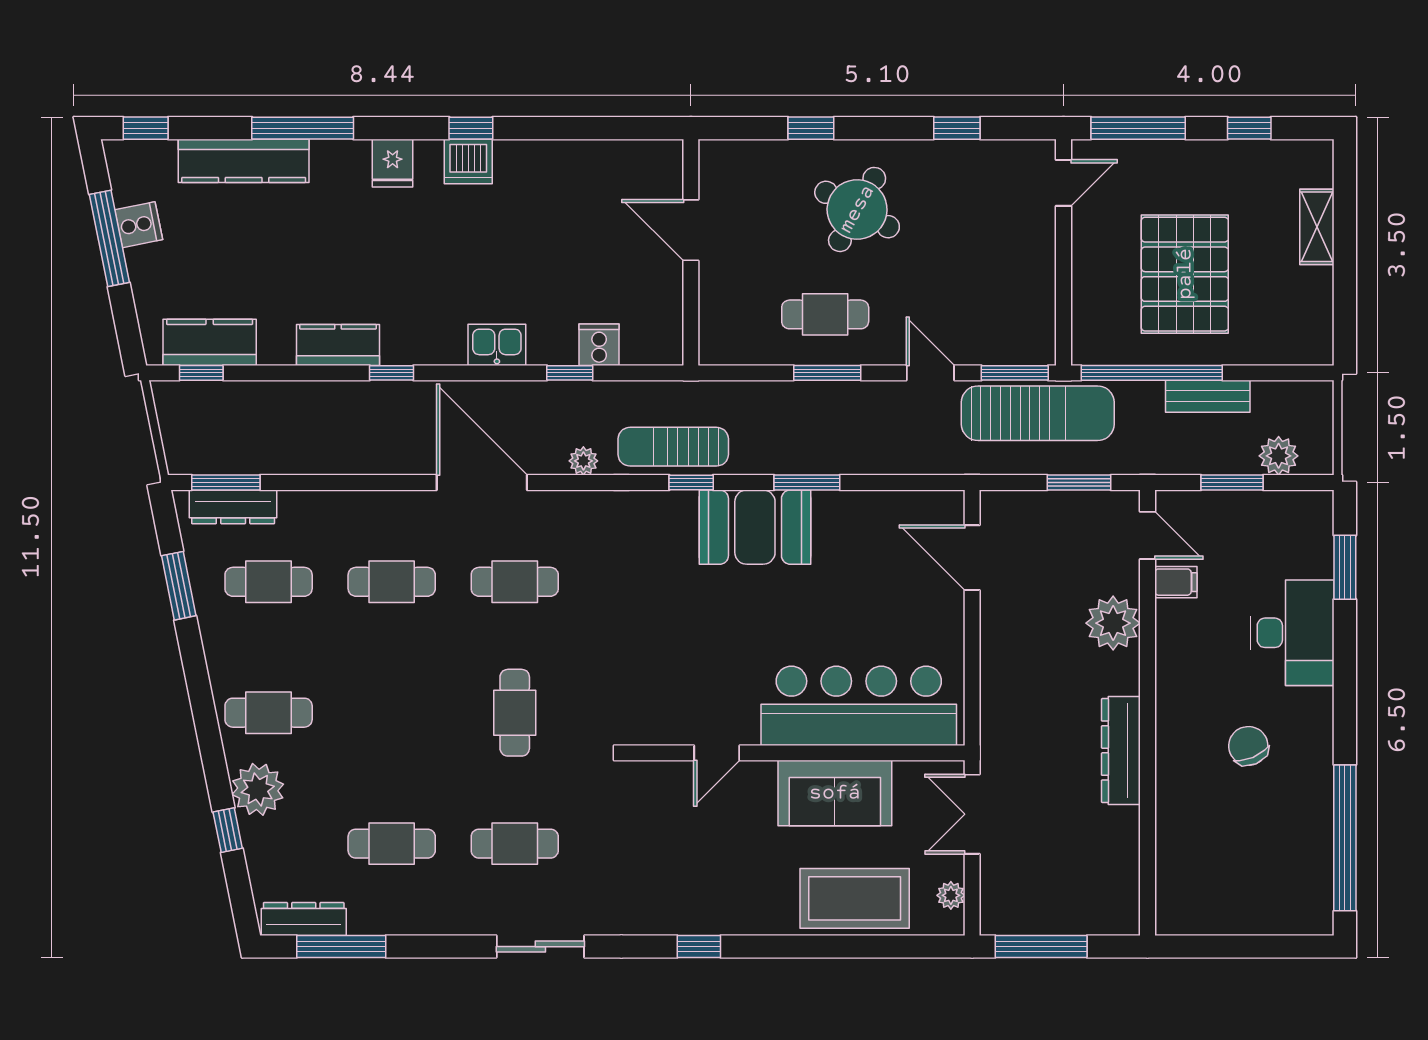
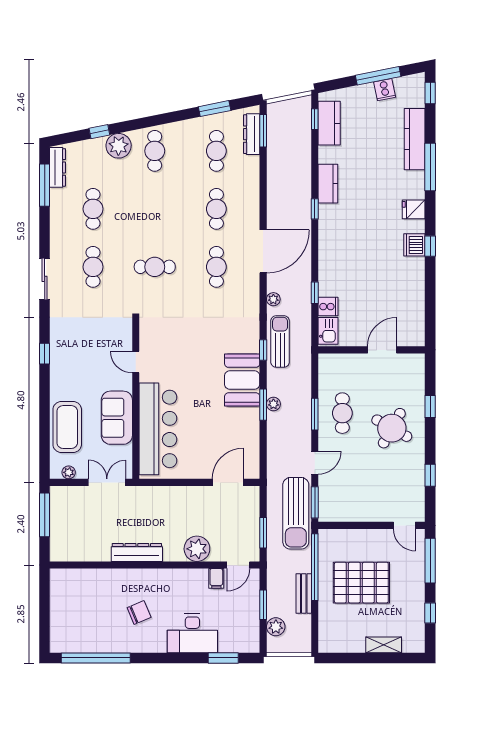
kitchen sink: (497, 345) -> (328, 331), moved
plant: (806, 461) -> (273, 404), added

